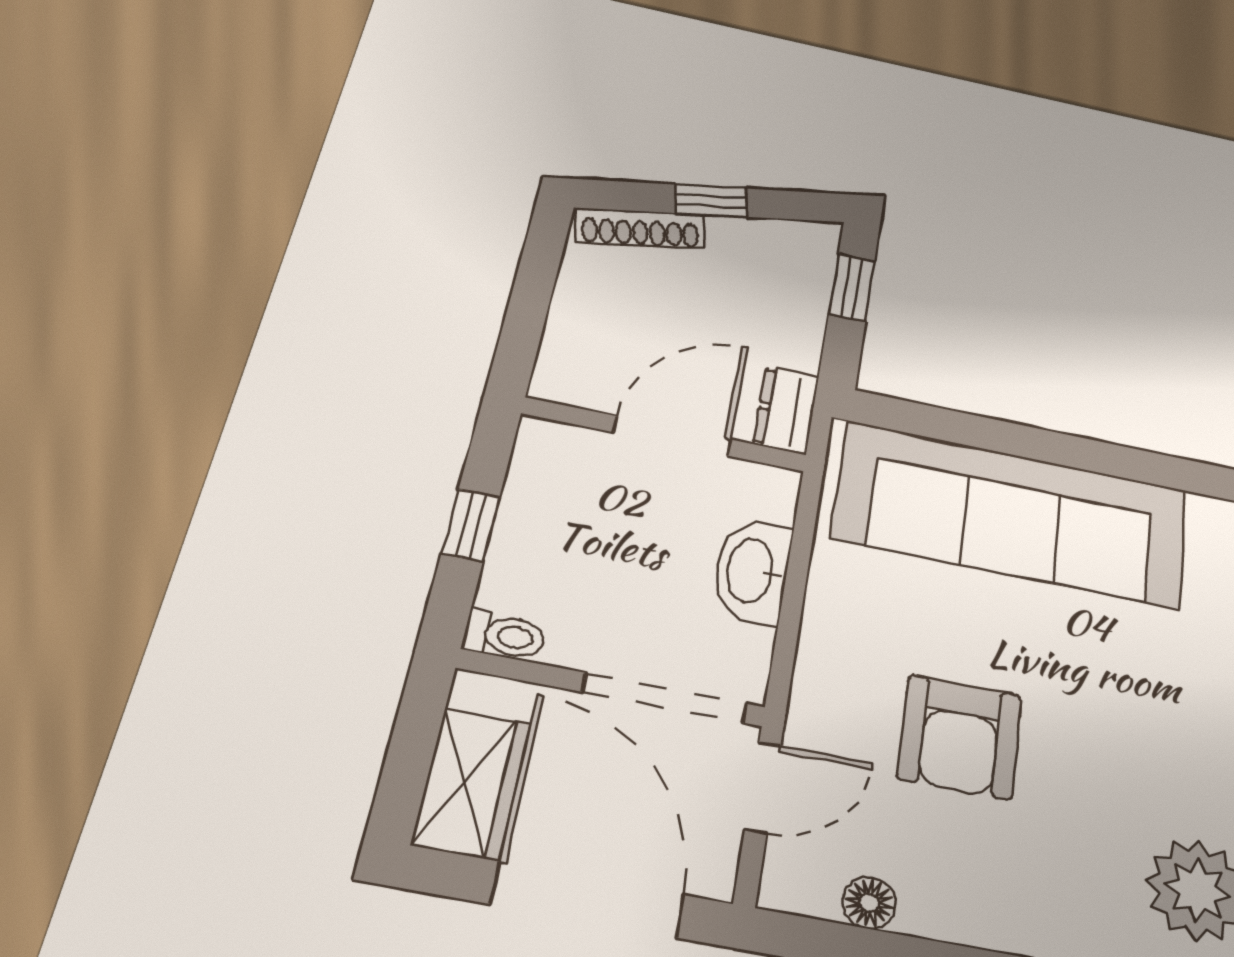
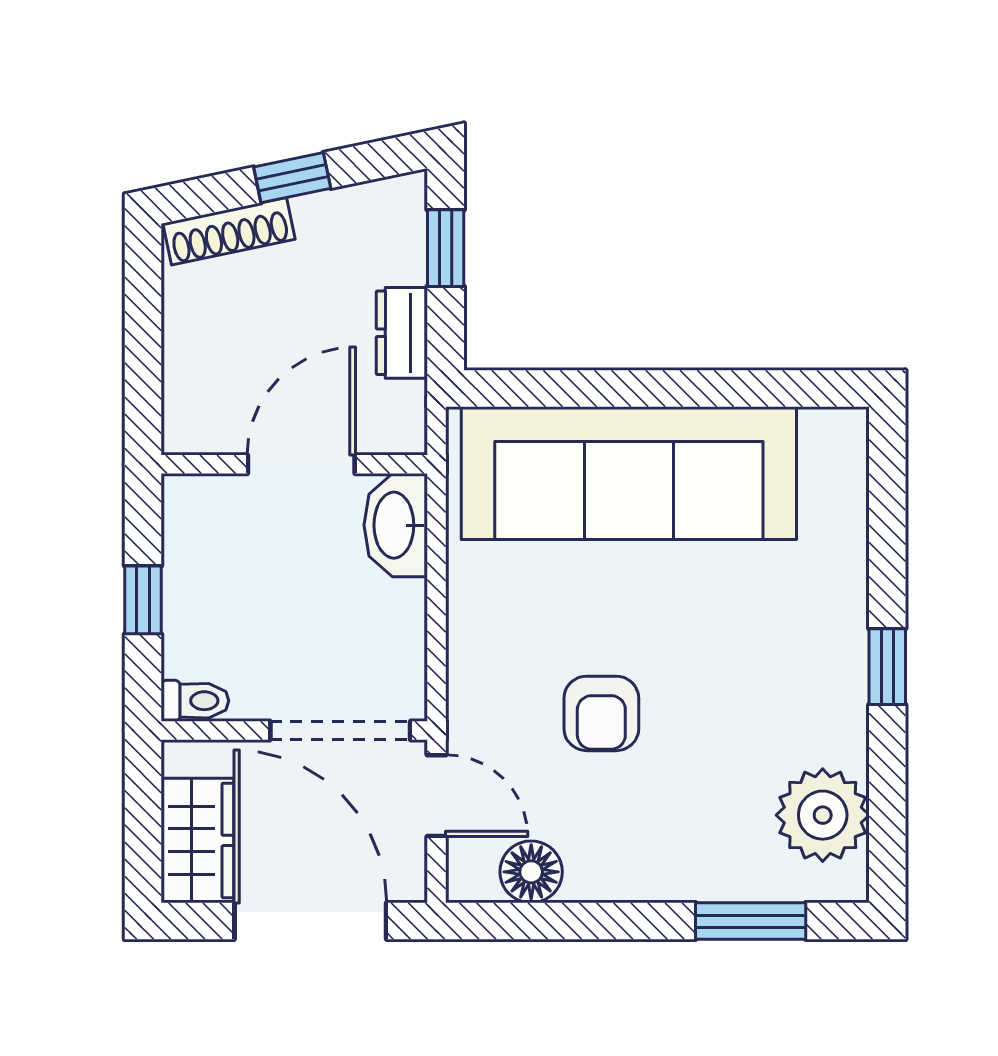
dresser: (786, 410) -> (402, 333), moved
washbasin: (752, 571) -> (396, 525), moved
armchair: (960, 737) -> (601, 713), width x0.72, depth x0.72
door: (763, 787) -> (437, 796), hinge flipped
floor lamp: (869, 903) -> (531, 872), width x1.37, depth x1.37

